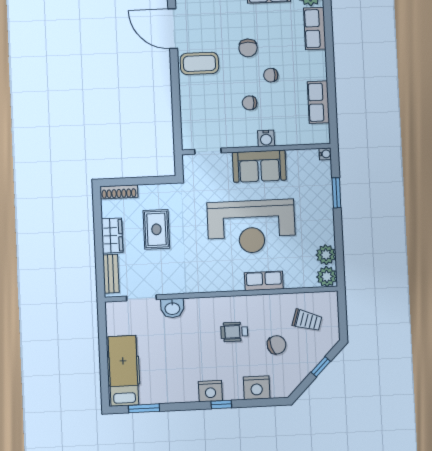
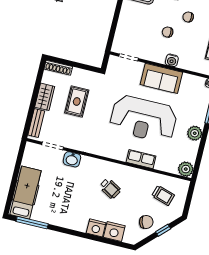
plant: (326, 255) -> (195, 133), moved
wheelchair: (234, 332) -> (110, 188), turned -150
chair: (277, 345) -> (146, 222), moved
nightstand: (210, 391) -> (96, 228), moved
window: (221, 404) -> (86, 236), removed
window: (144, 408) -> (32, 223), width x1.44

